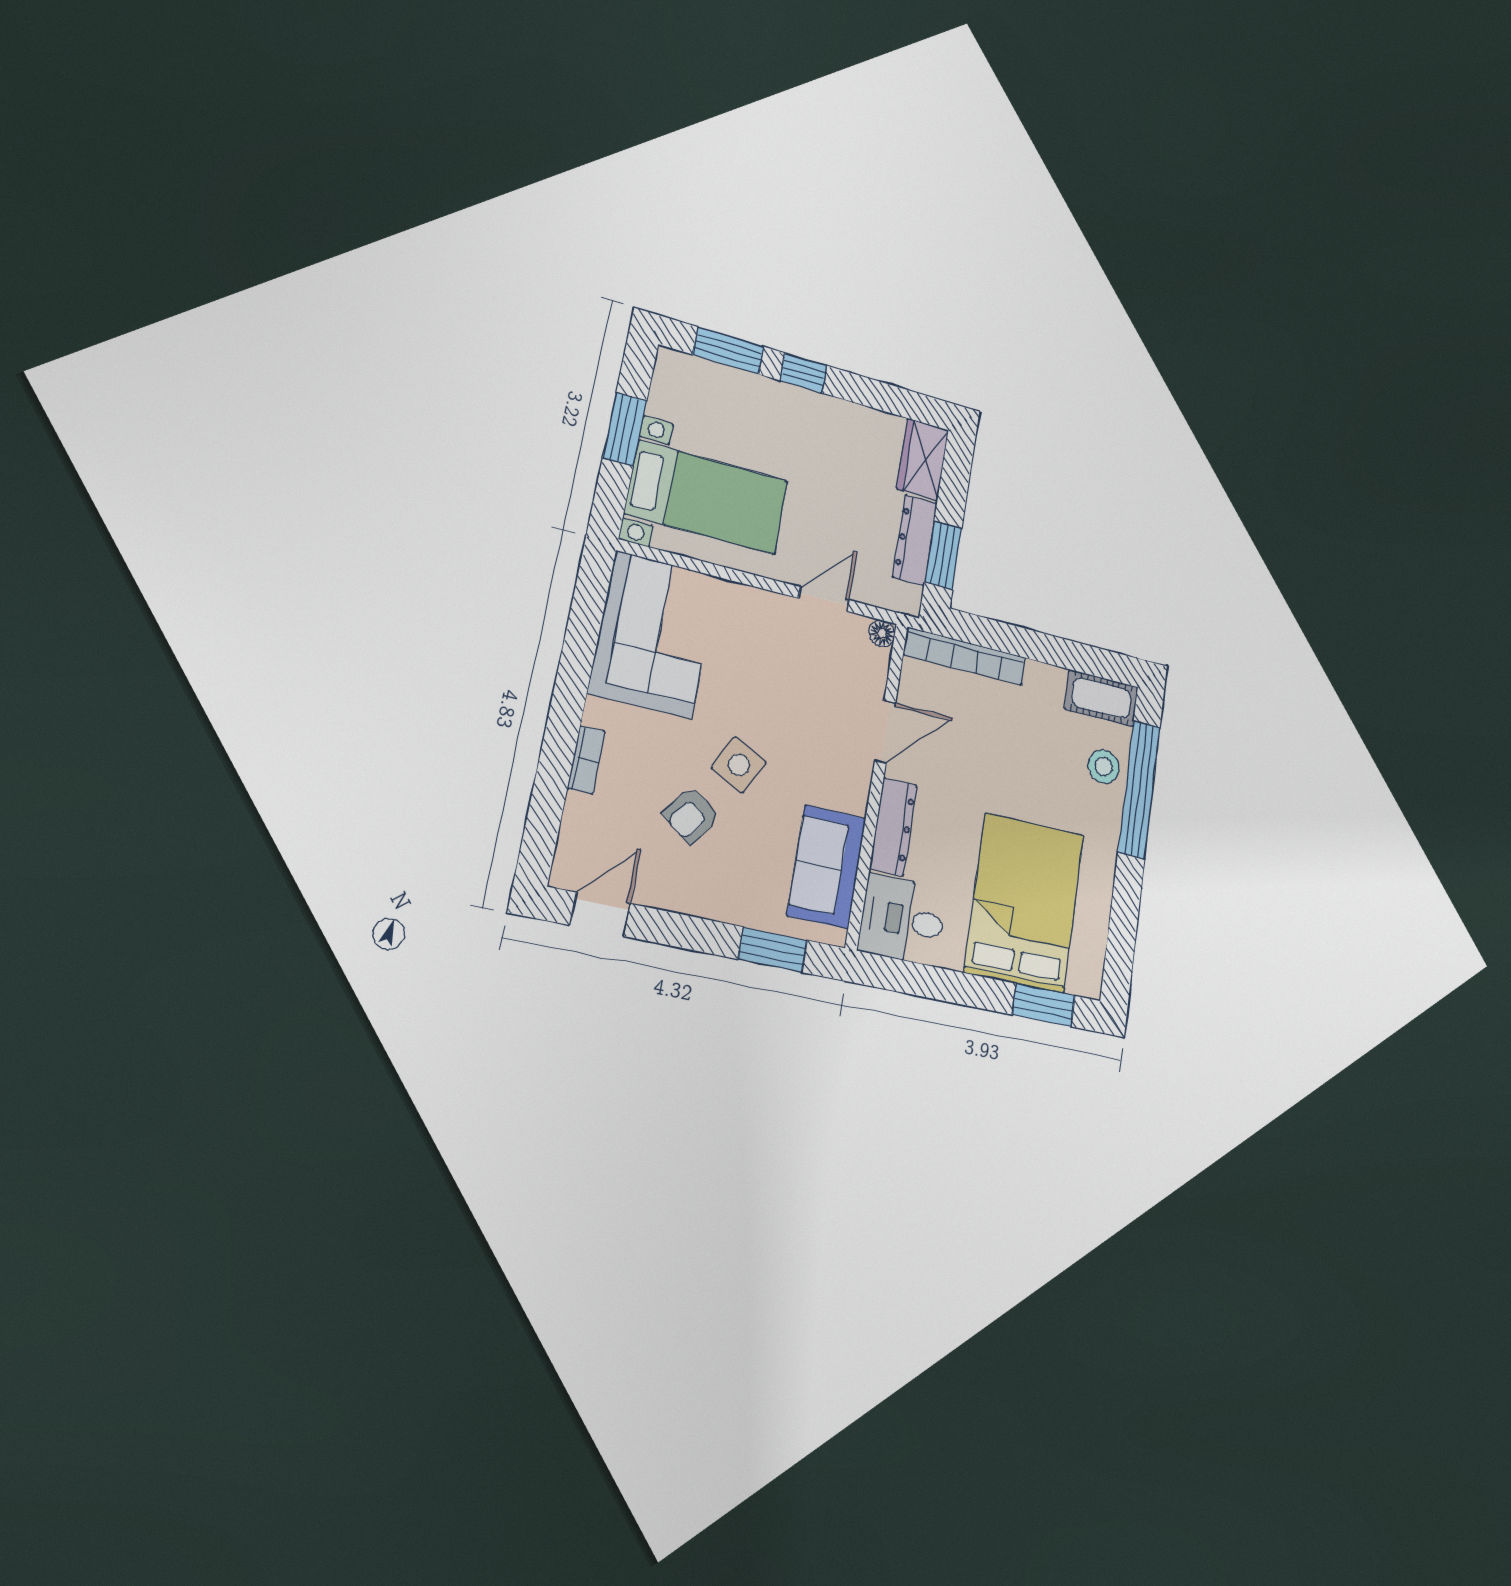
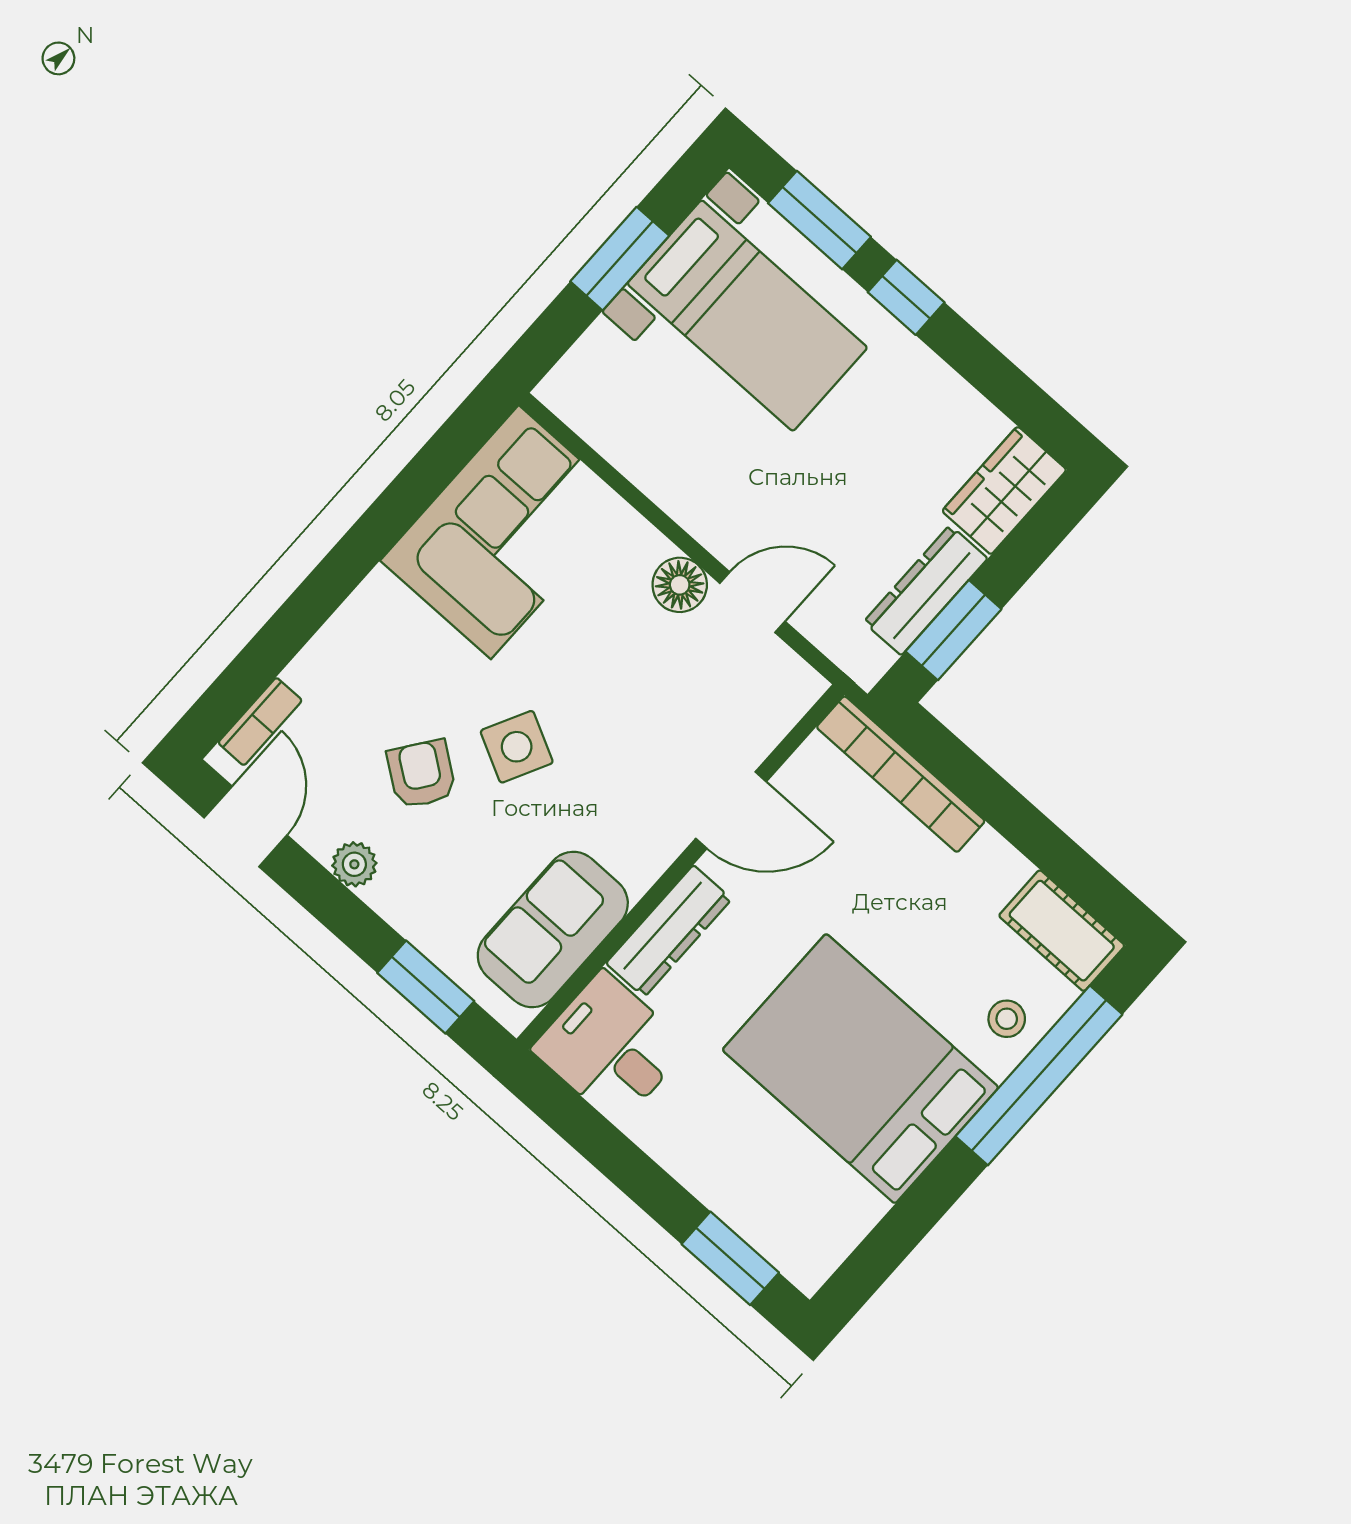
bed with nightstands: (707, 497) -> (747, 316), moved
floor lamp: (882, 633) -> (680, 585), moved, width x1.37, depth x1.37
bookcase: (586, 760) -> (260, 722), moved
stool: (1104, 767) -> (1007, 1019), width x0.73, depth x0.73
armchair: (691, 815) -> (422, 774), turned 89
plant: (683, 898) -> (354, 864), added
bed: (1024, 903) -> (860, 1069), moved, turned -90
door: (600, 914) -> (246, 826), hinge flipped

